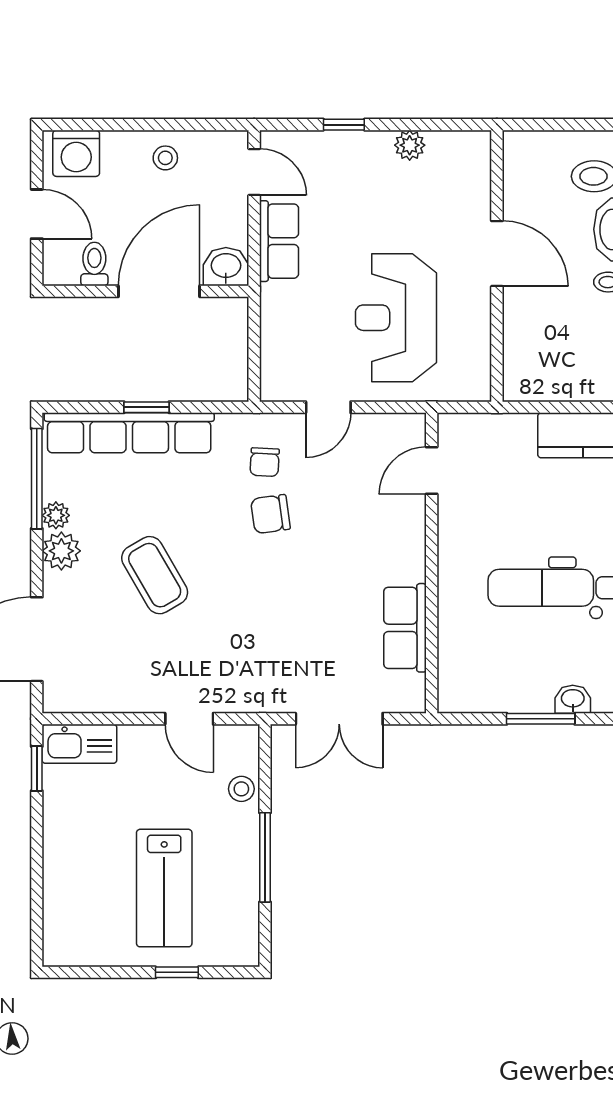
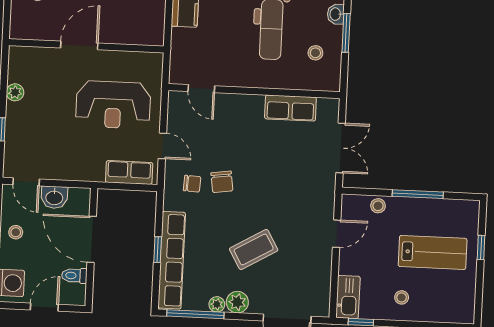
door: (254, 172) -> (26, 182), swing flipped
row of seats: (279, 241) -> (129, 173), moved
washbasin: (226, 267) -> (54, 197), moved, turned -90
stool: (503, 667) -> (315, 53), added
stool: (83, 838) -> (402, 297), added

